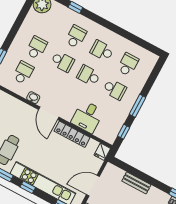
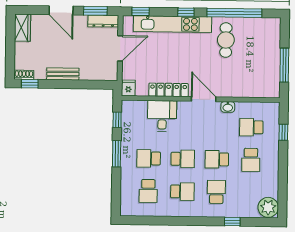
school desk: (76, 37) -> (216, 192), turned 180
school desk: (23, 73) -> (251, 127), turned 90
bench: (136, 183) -> (63, 74), moved

